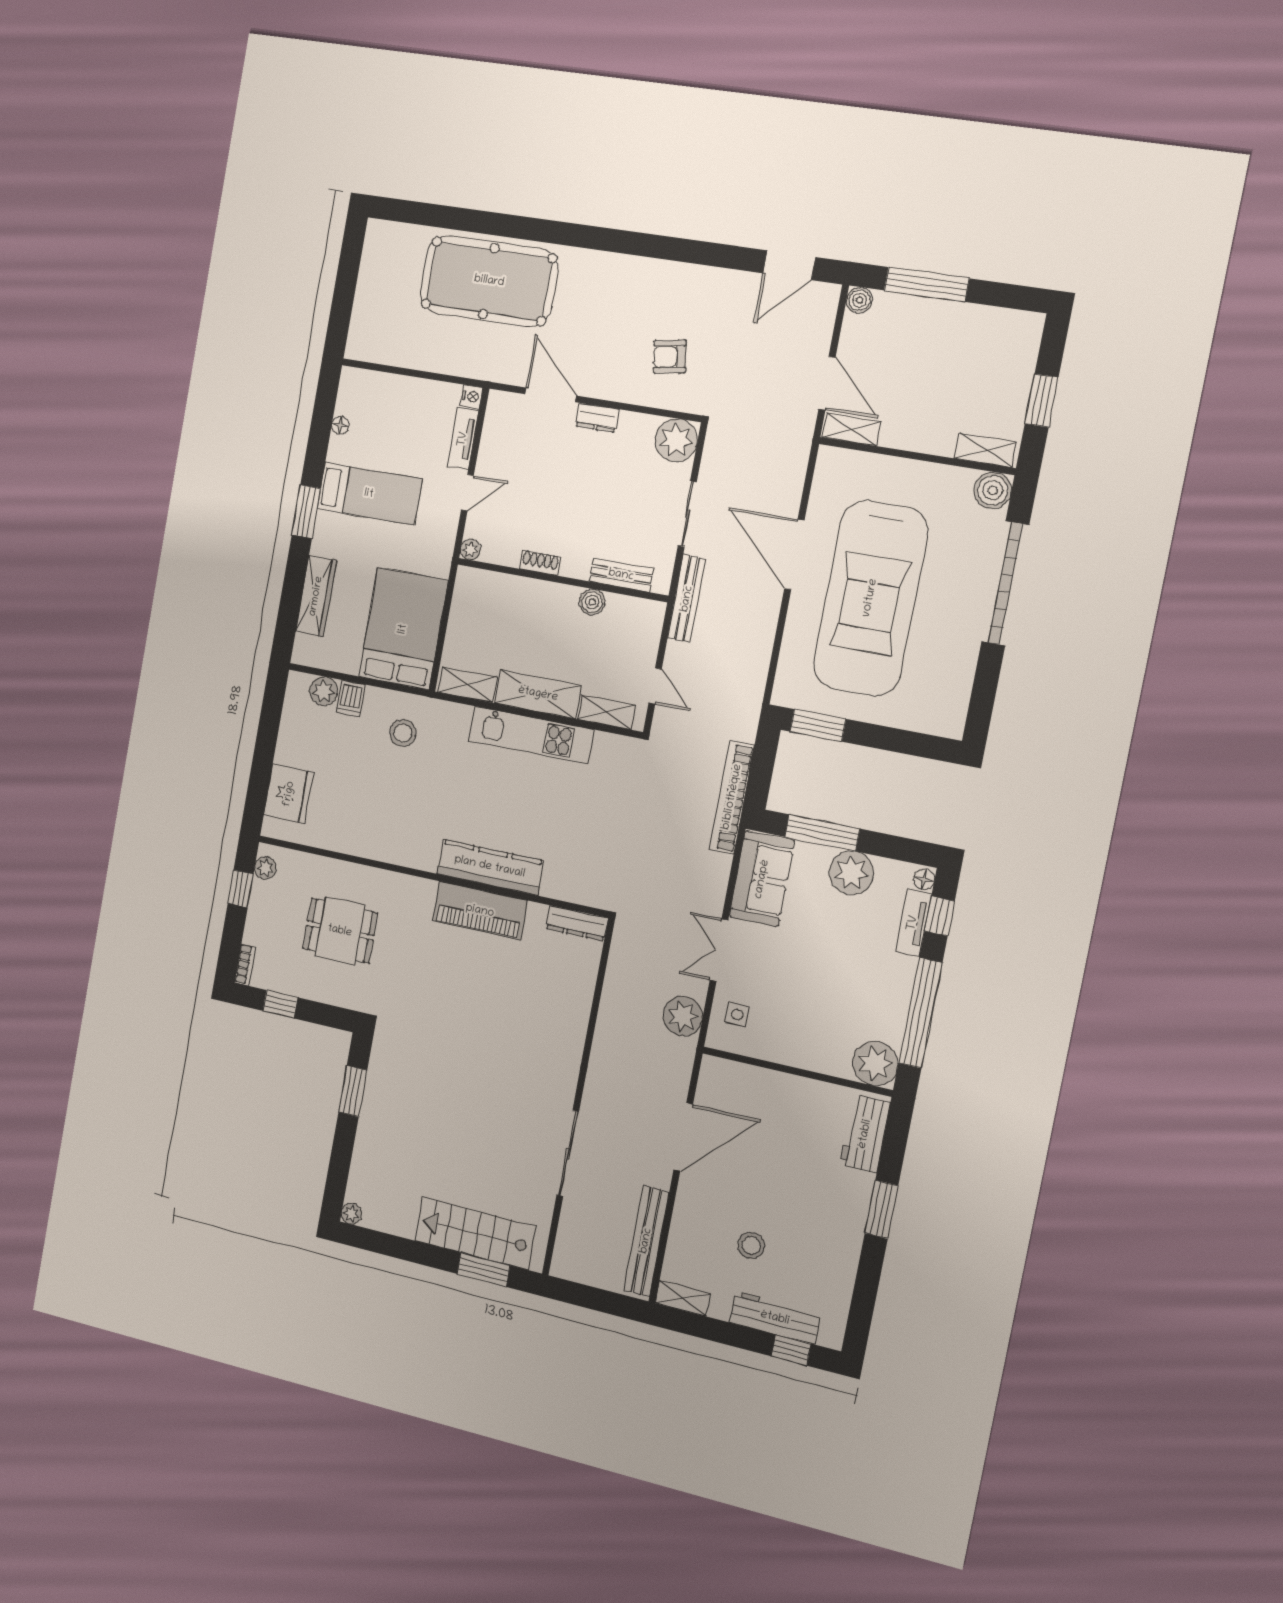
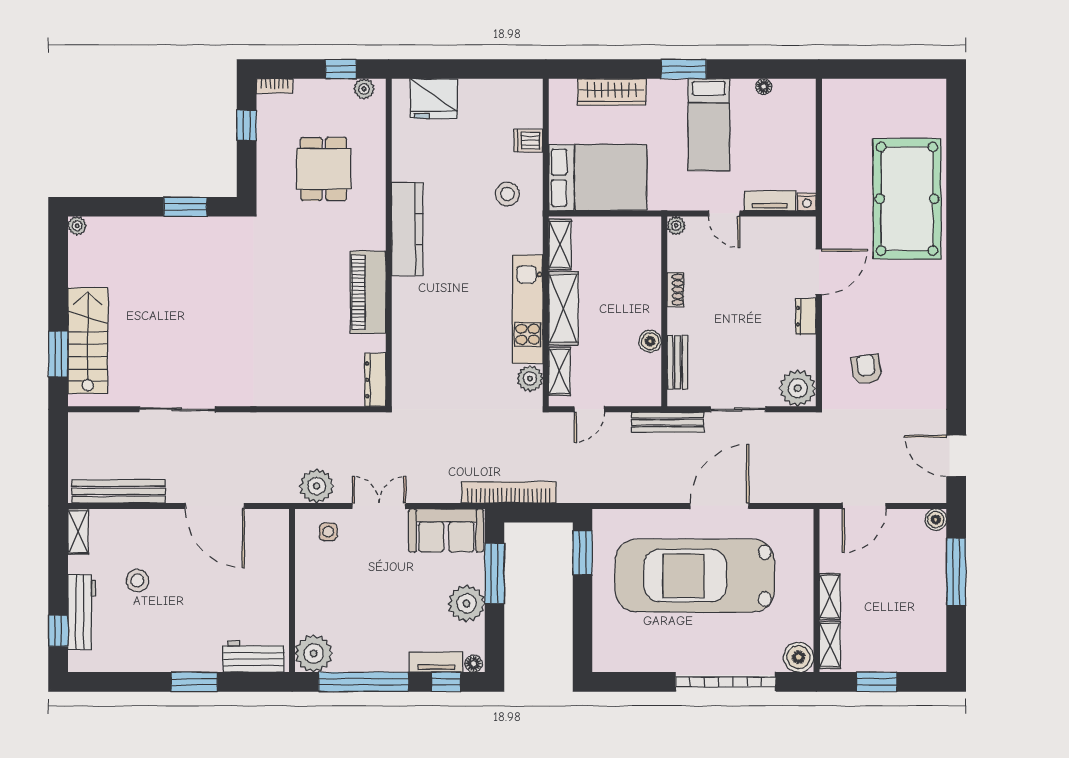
shelving: (851, 429) -> (830, 597), moved
plant: (324, 691) -> (530, 378), moved
kitchen counter: (490, 867) -> (407, 229), moved

